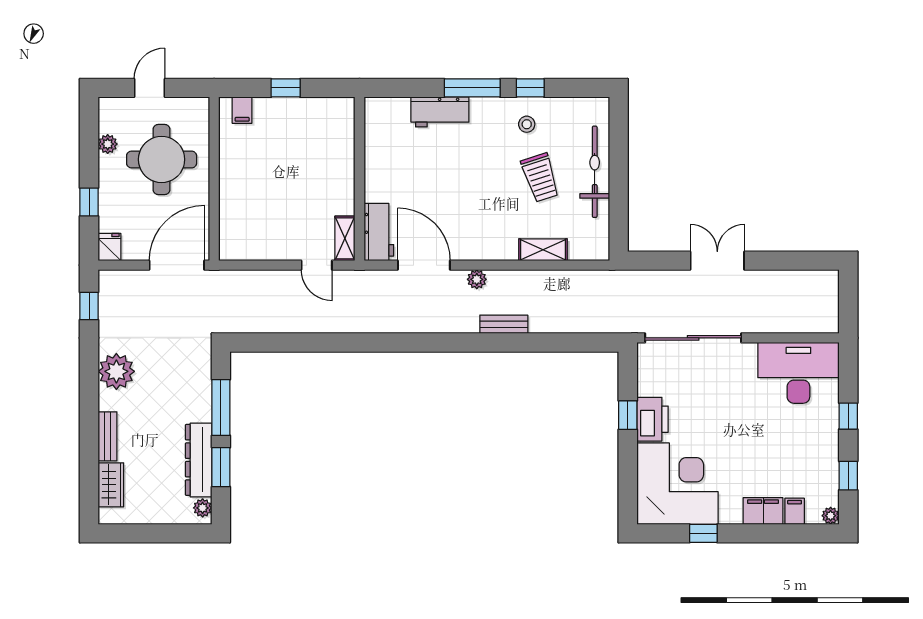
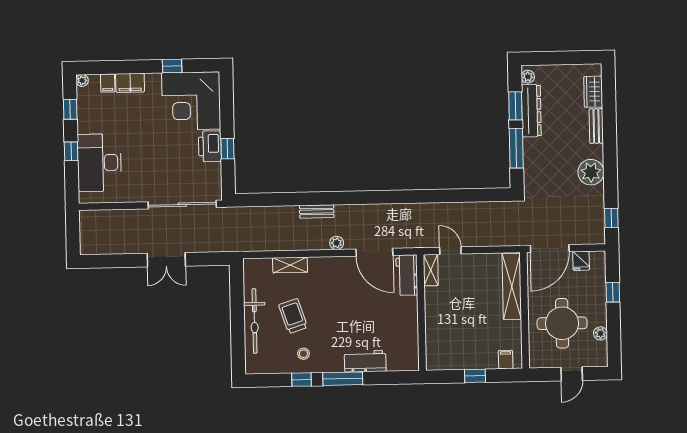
shelving: (231, 213) -> (512, 286), added
fridge: (110, 247) -> (581, 261), moved
desk: (798, 373) -> (99, 163), moved, turned 90

